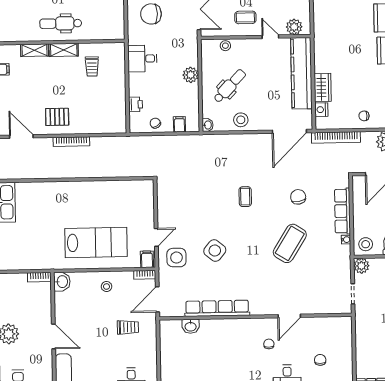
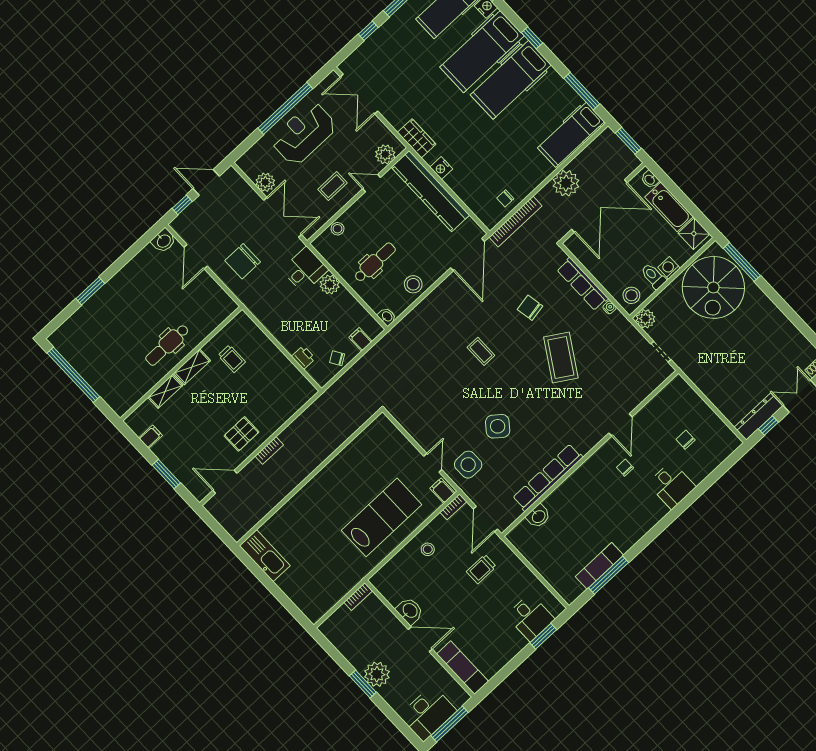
desk: (142, 59) -> (305, 270), moved, turned 180
dental chair: (230, 86) -> (375, 262), turned 46
wardrobe: (323, 87) -> (417, 138), moved
nightstand: (321, 110) -> (441, 168), moved
chair: (364, 116) -> (505, 198), moved
bookcase: (71, 142) -> (269, 450), width x0.64
washbasin: (62, 282) -> (410, 611), moved
trolley: (128, 327) -> (481, 569), turned 180

